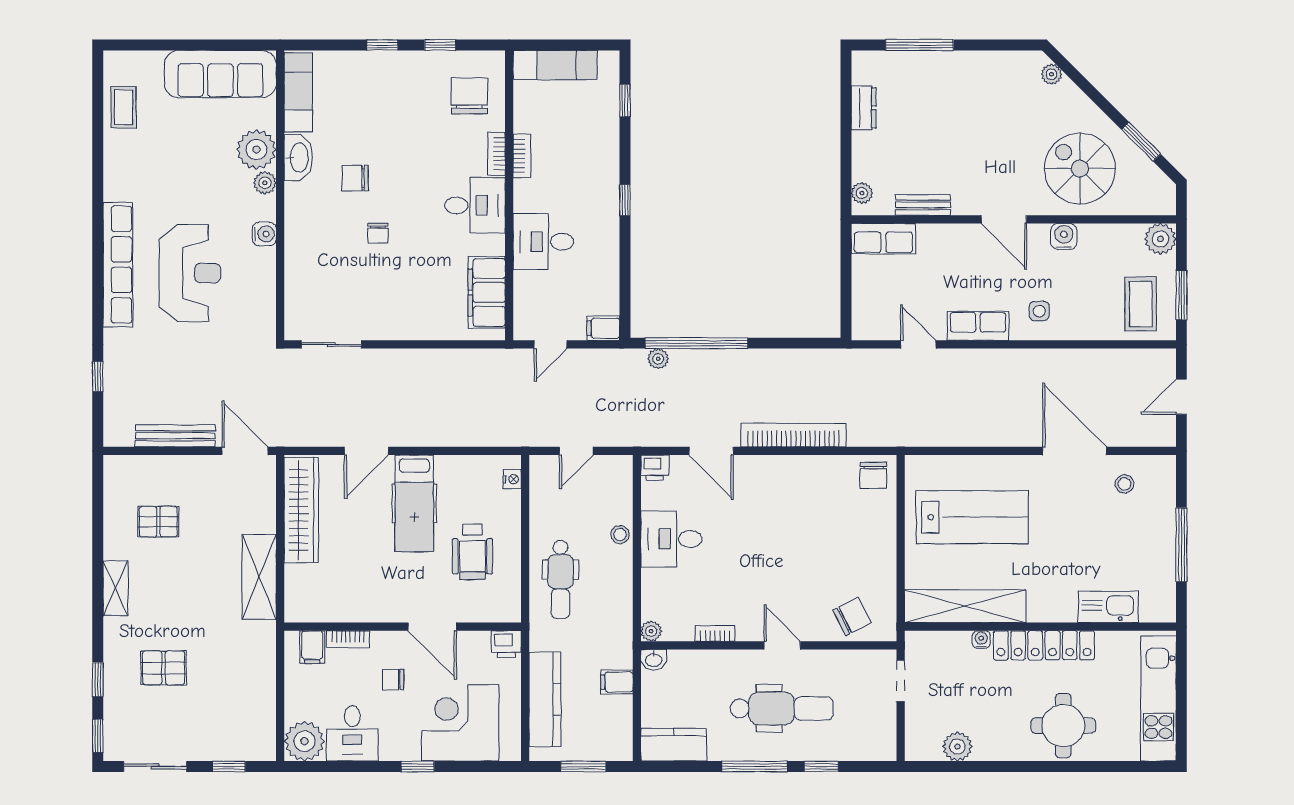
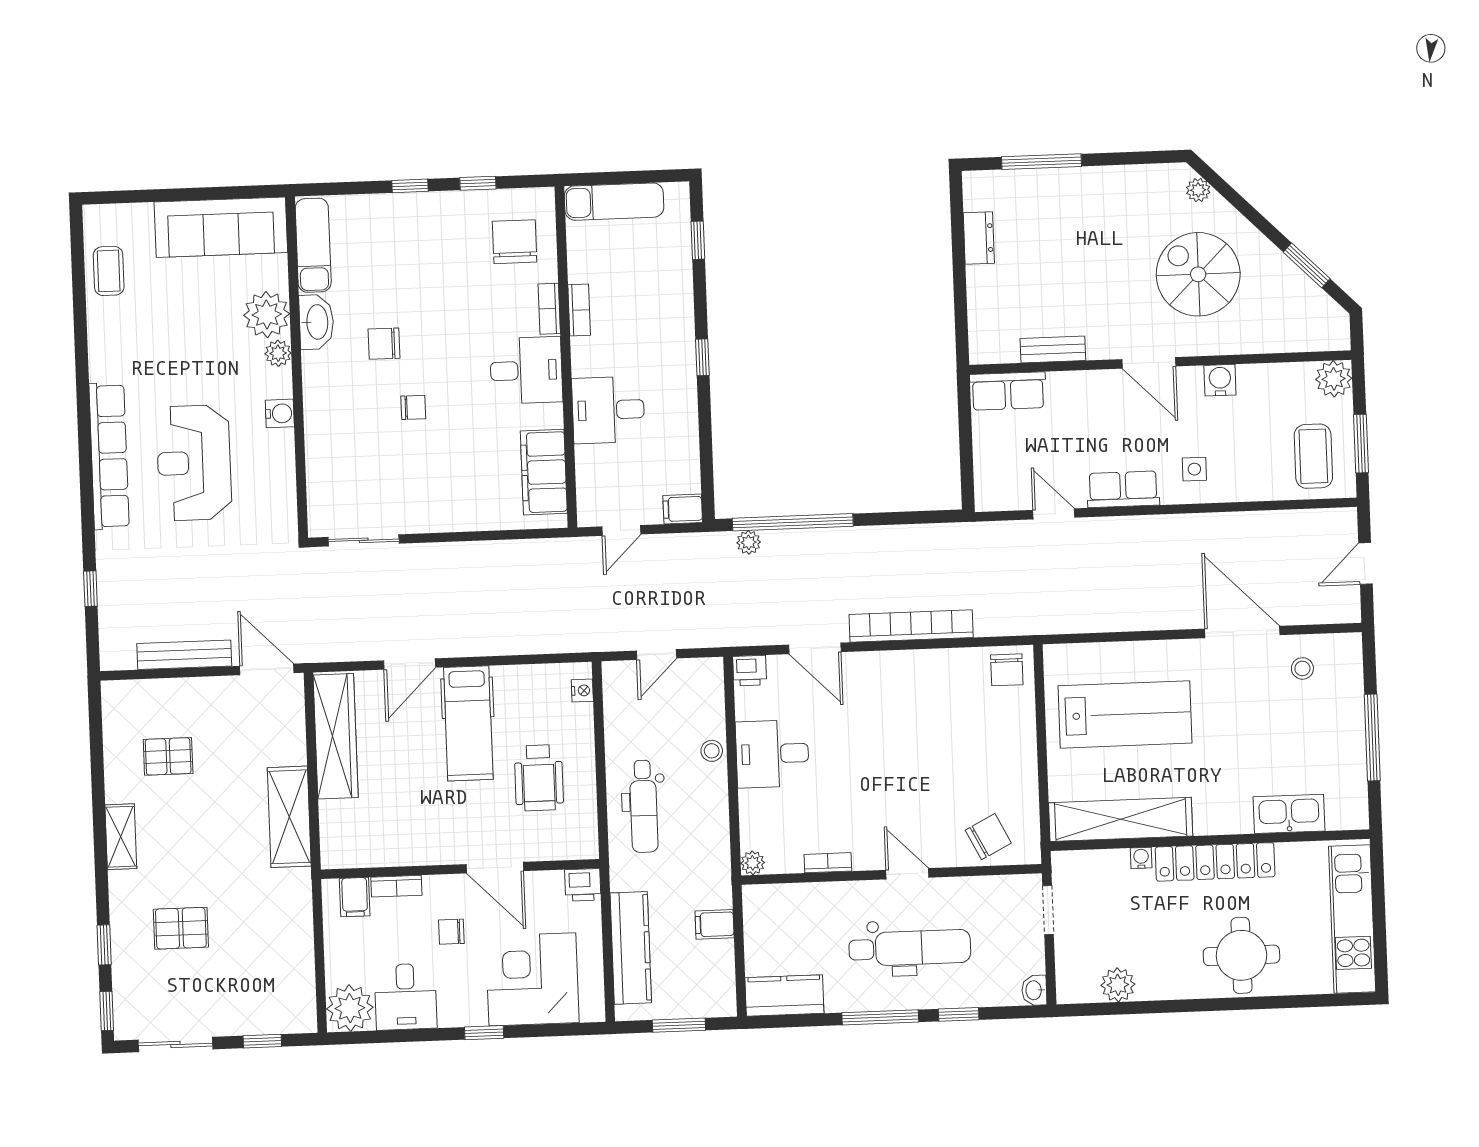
spiral stairs: (1080, 168) -> (1198, 274), moved
plant: (862, 193) -> (981, 338), removed
chair: (378, 233) -> (413, 407), turned -90
reception desk: (190, 273) -> (194, 463), turned 180
washbasin: (654, 660) -> (1034, 990), moved, turned 90

